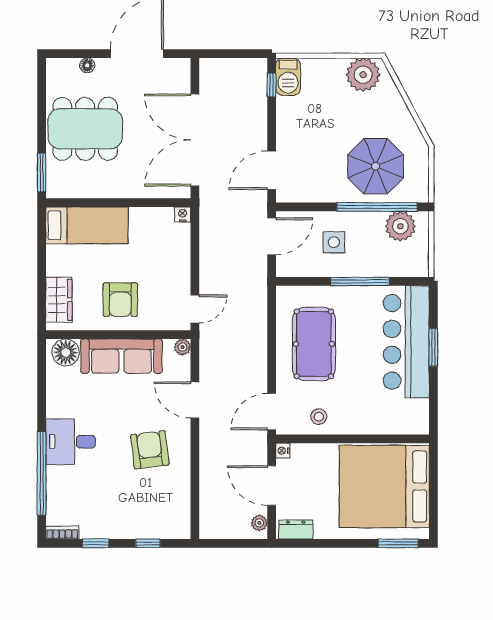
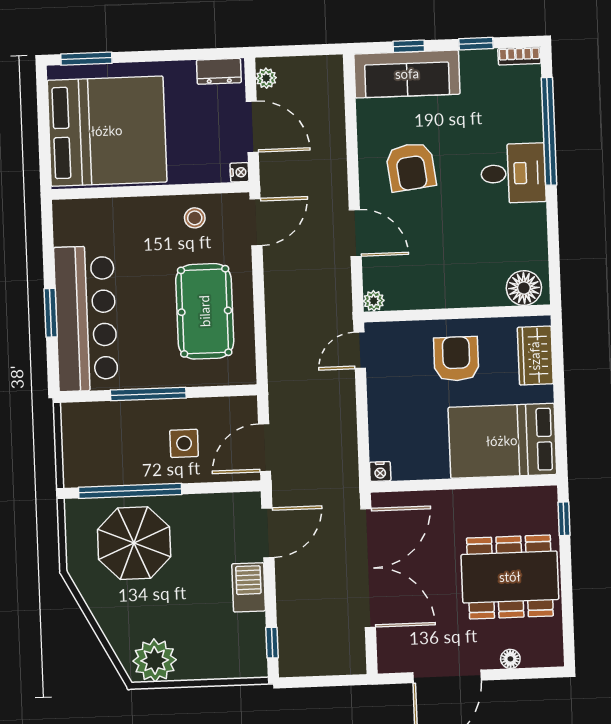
barbecue: (288, 77) -> (249, 587), moved
window: (42, 172) -> (564, 519), width x0.67
bed: (87, 225) -> (502, 441), width x1.50
plant: (400, 226) -> (99, 467), removed
sofa: (121, 356) -> (407, 74), moved, turned 180

